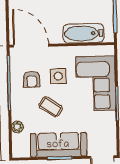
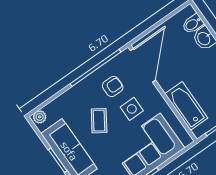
armchair: (32, 79) -> (113, 86), turned 180
plant: (17, 127) -> (40, 117), moved

